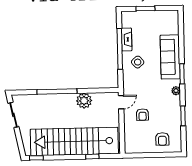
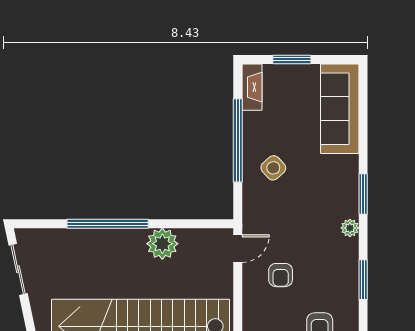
fireplace: (127, 39) -> (252, 87), moved
sofa: (170, 57) -> (340, 109), moved

